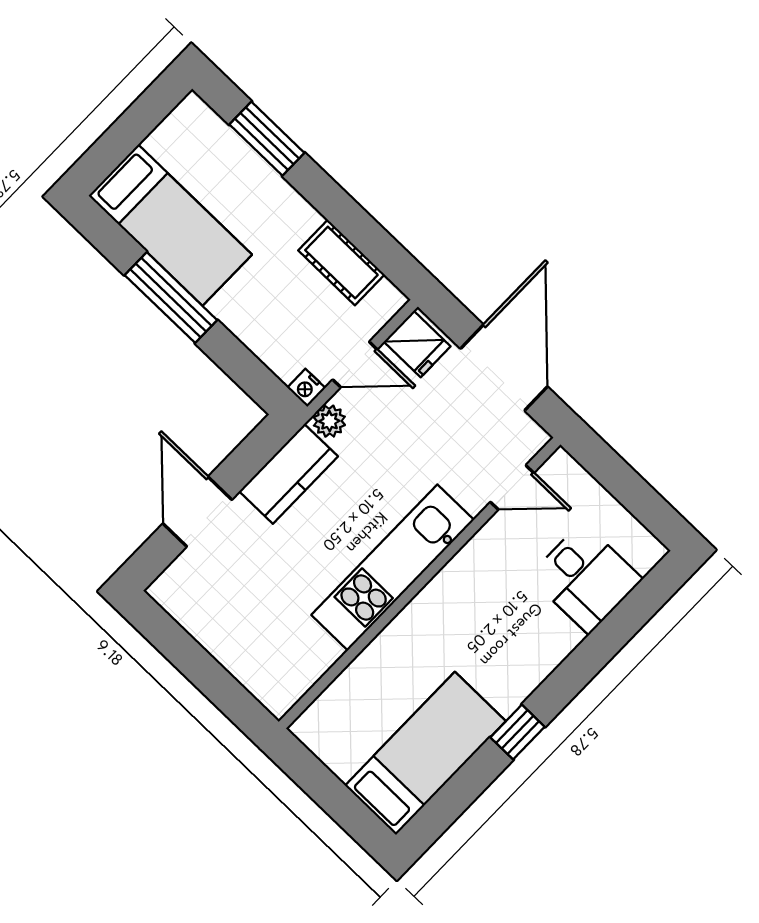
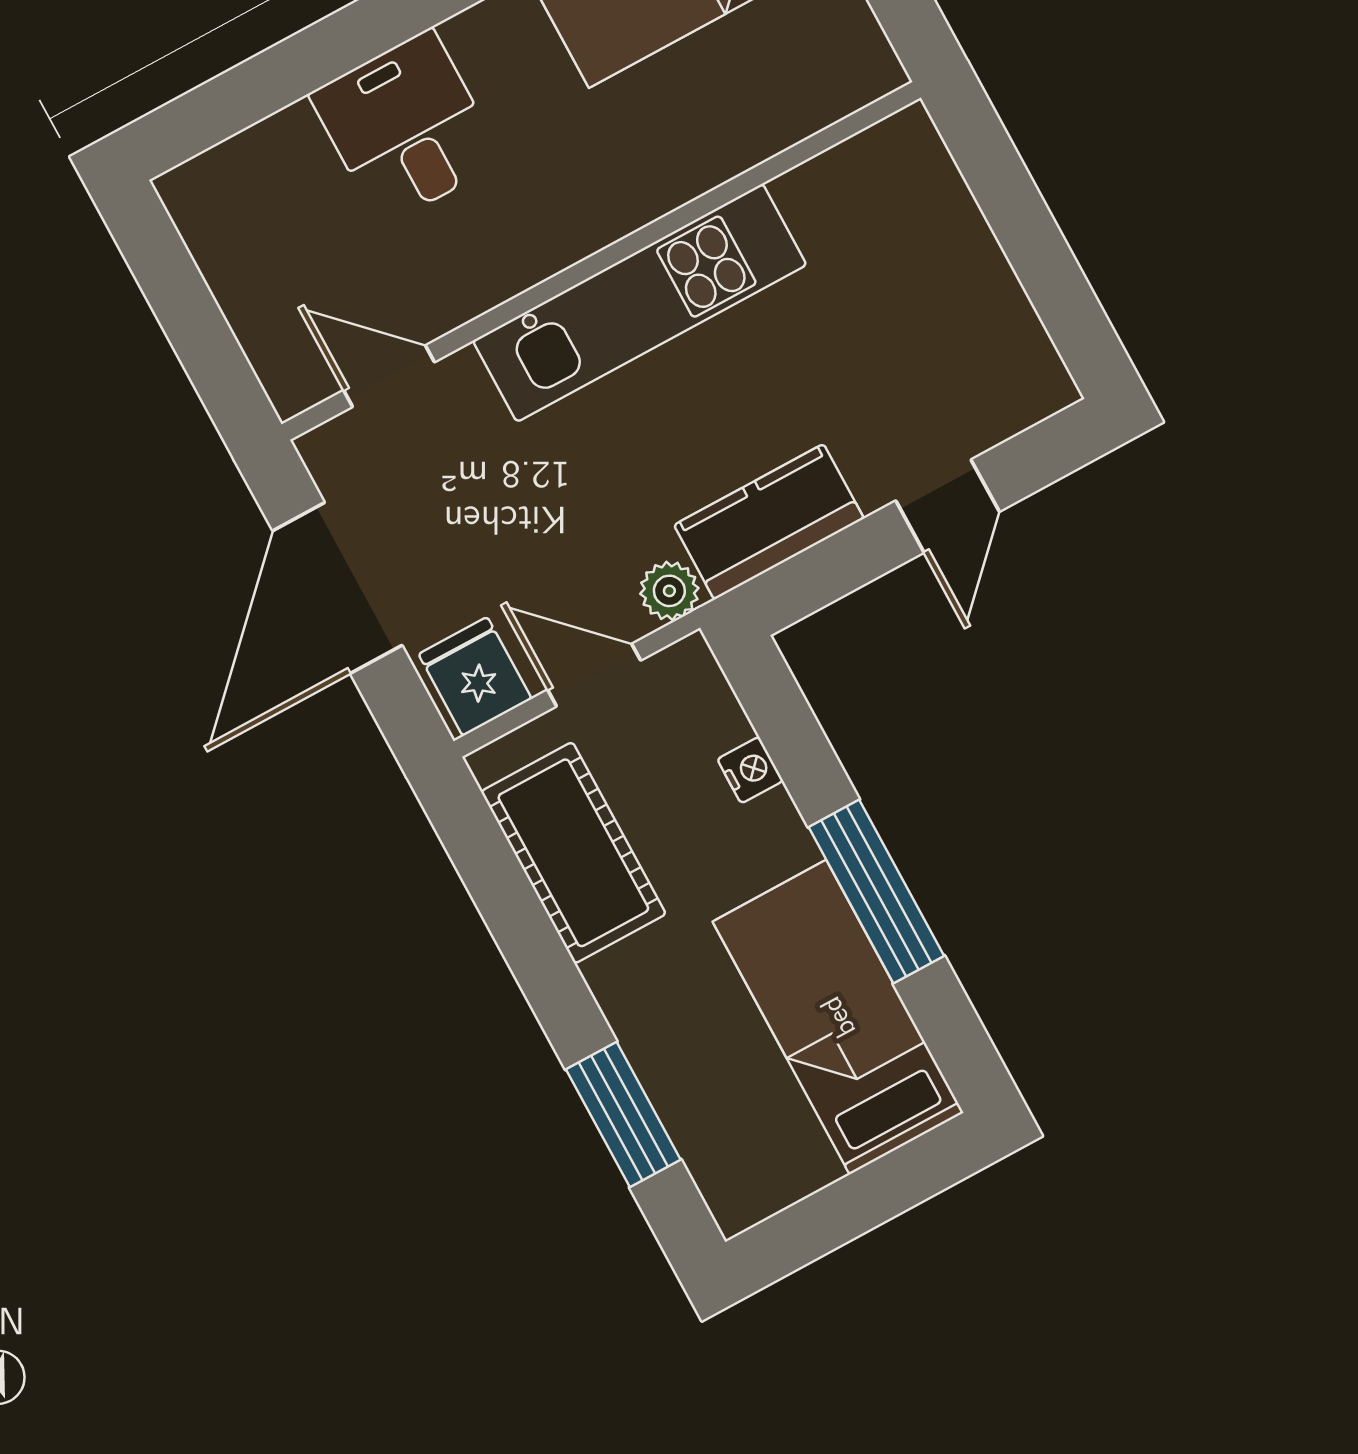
cot: (341, 262) -> (573, 853), width x1.37, depth x1.34
nightstand: (306, 388) -> (750, 770), moved
door: (197, 512) -> (948, 506), width x0.73
desk: (586, 578) -> (406, 128), moved

